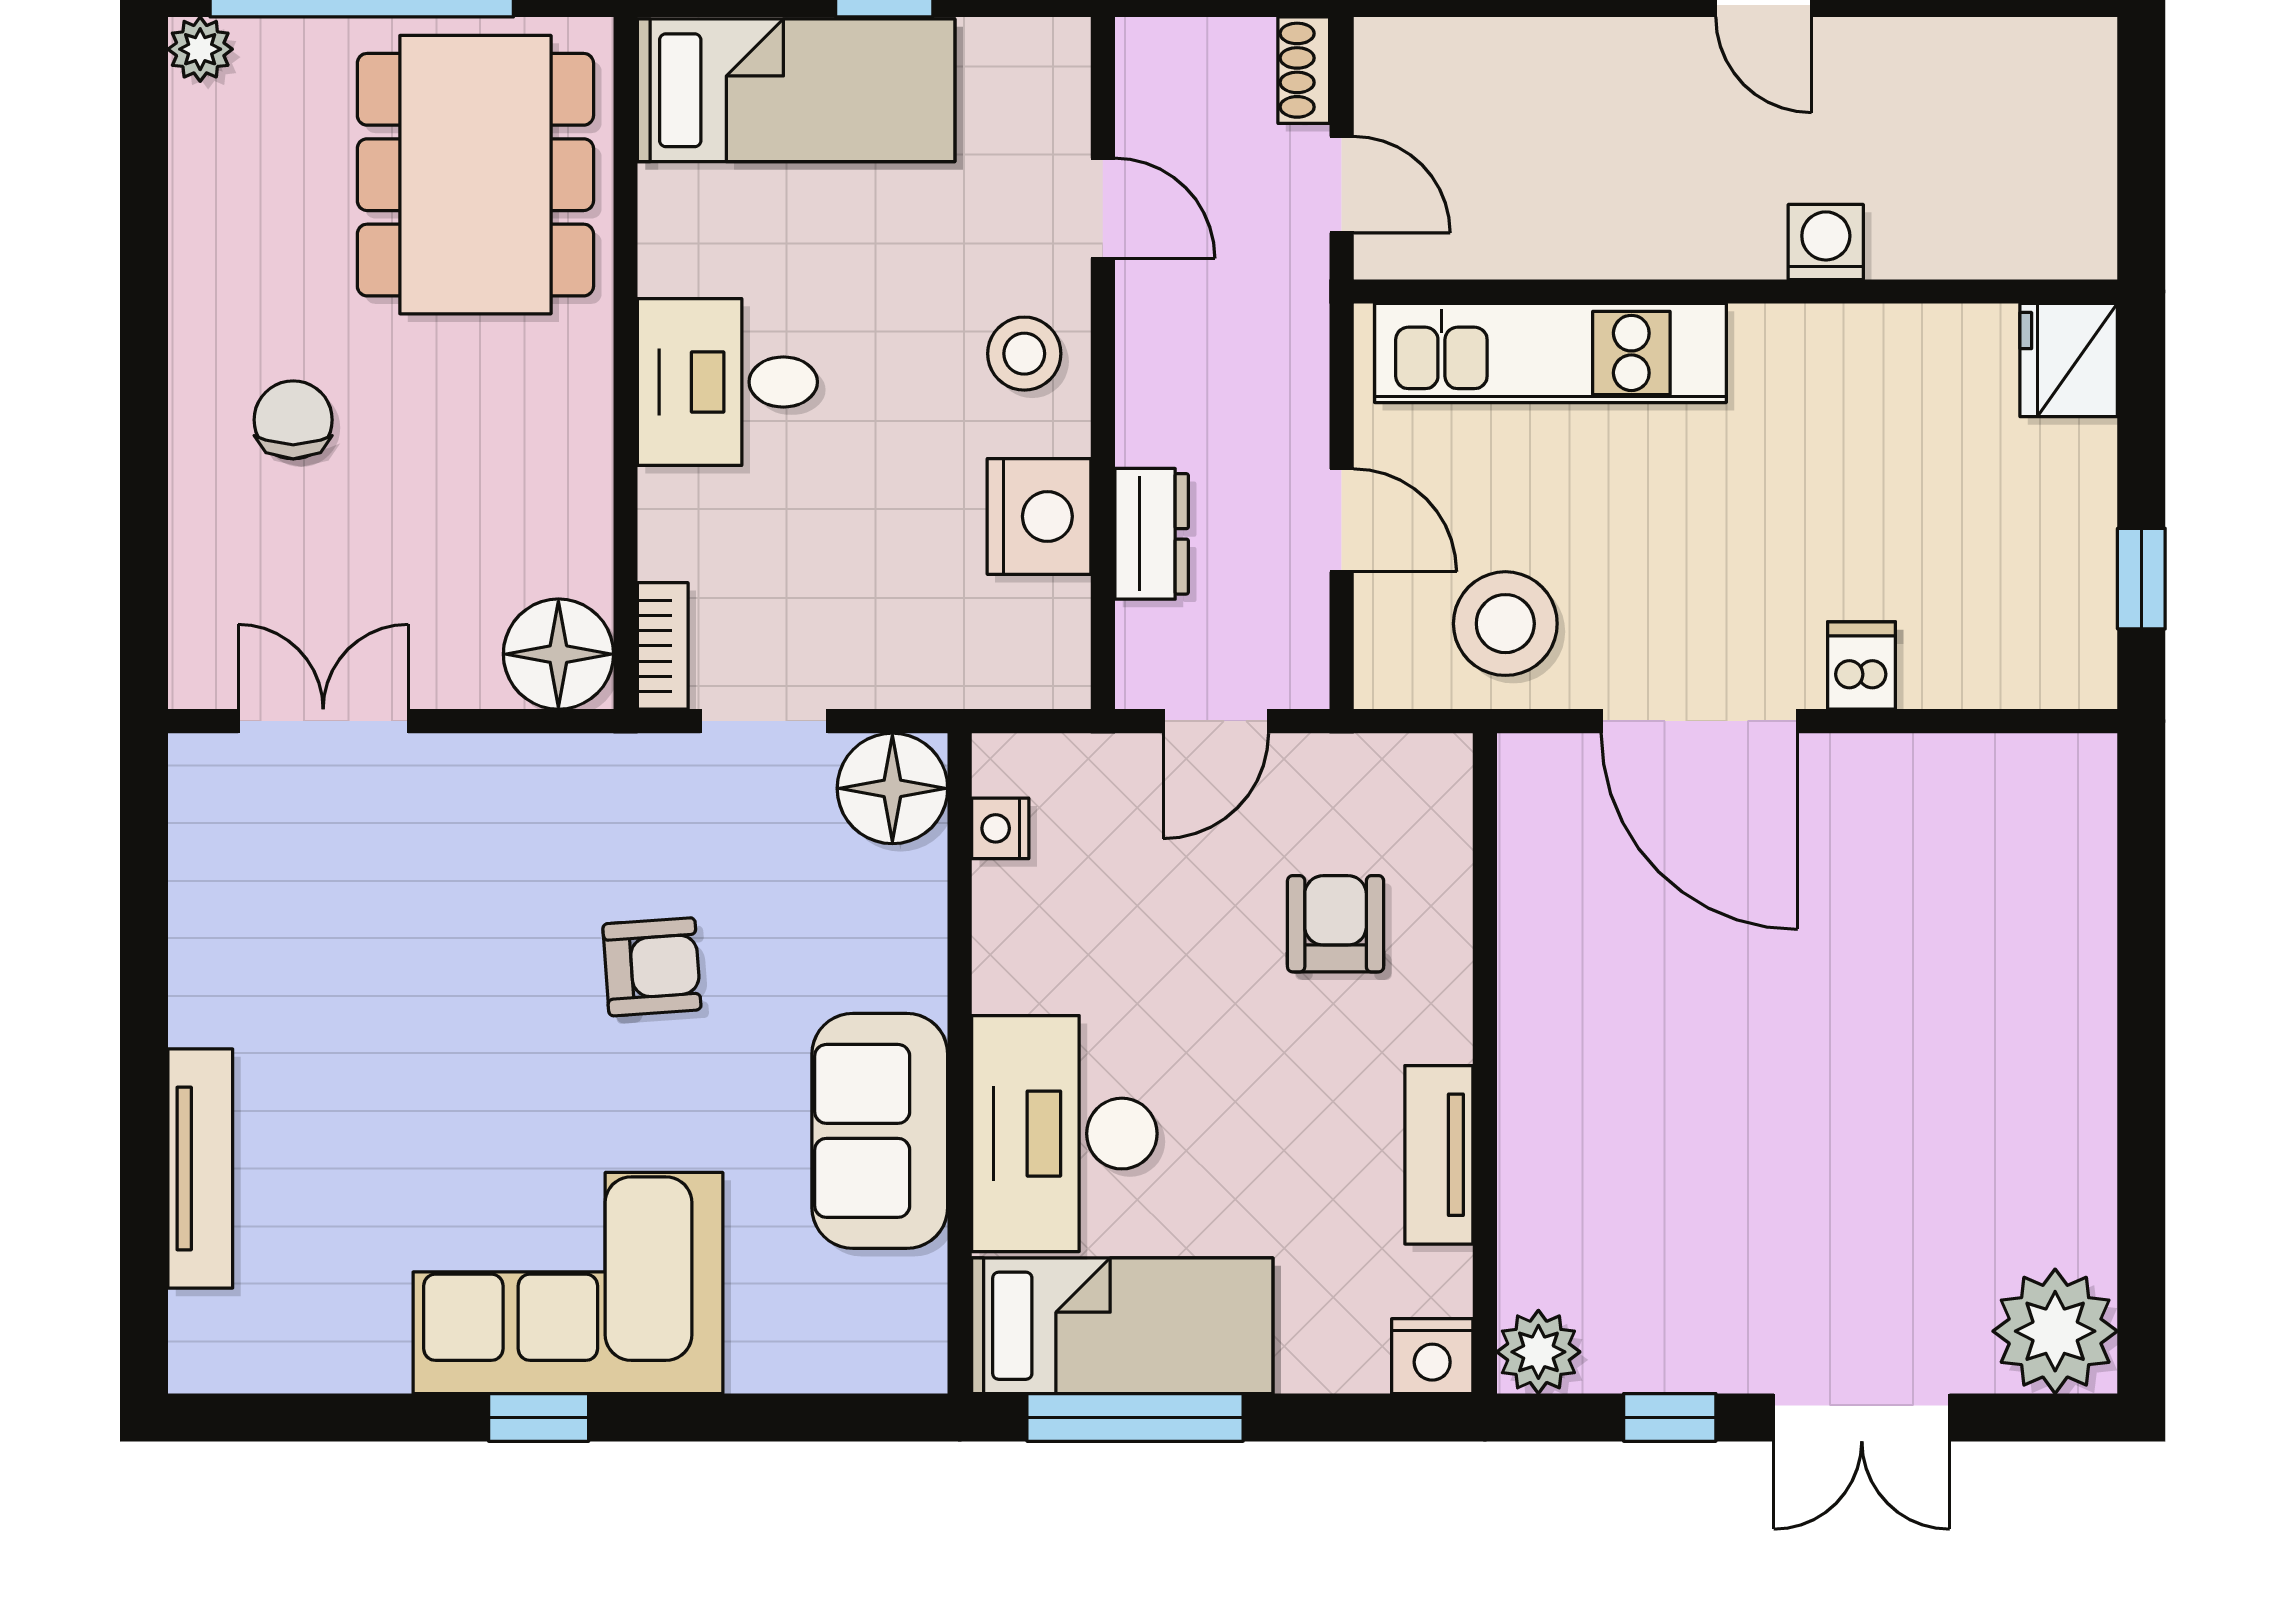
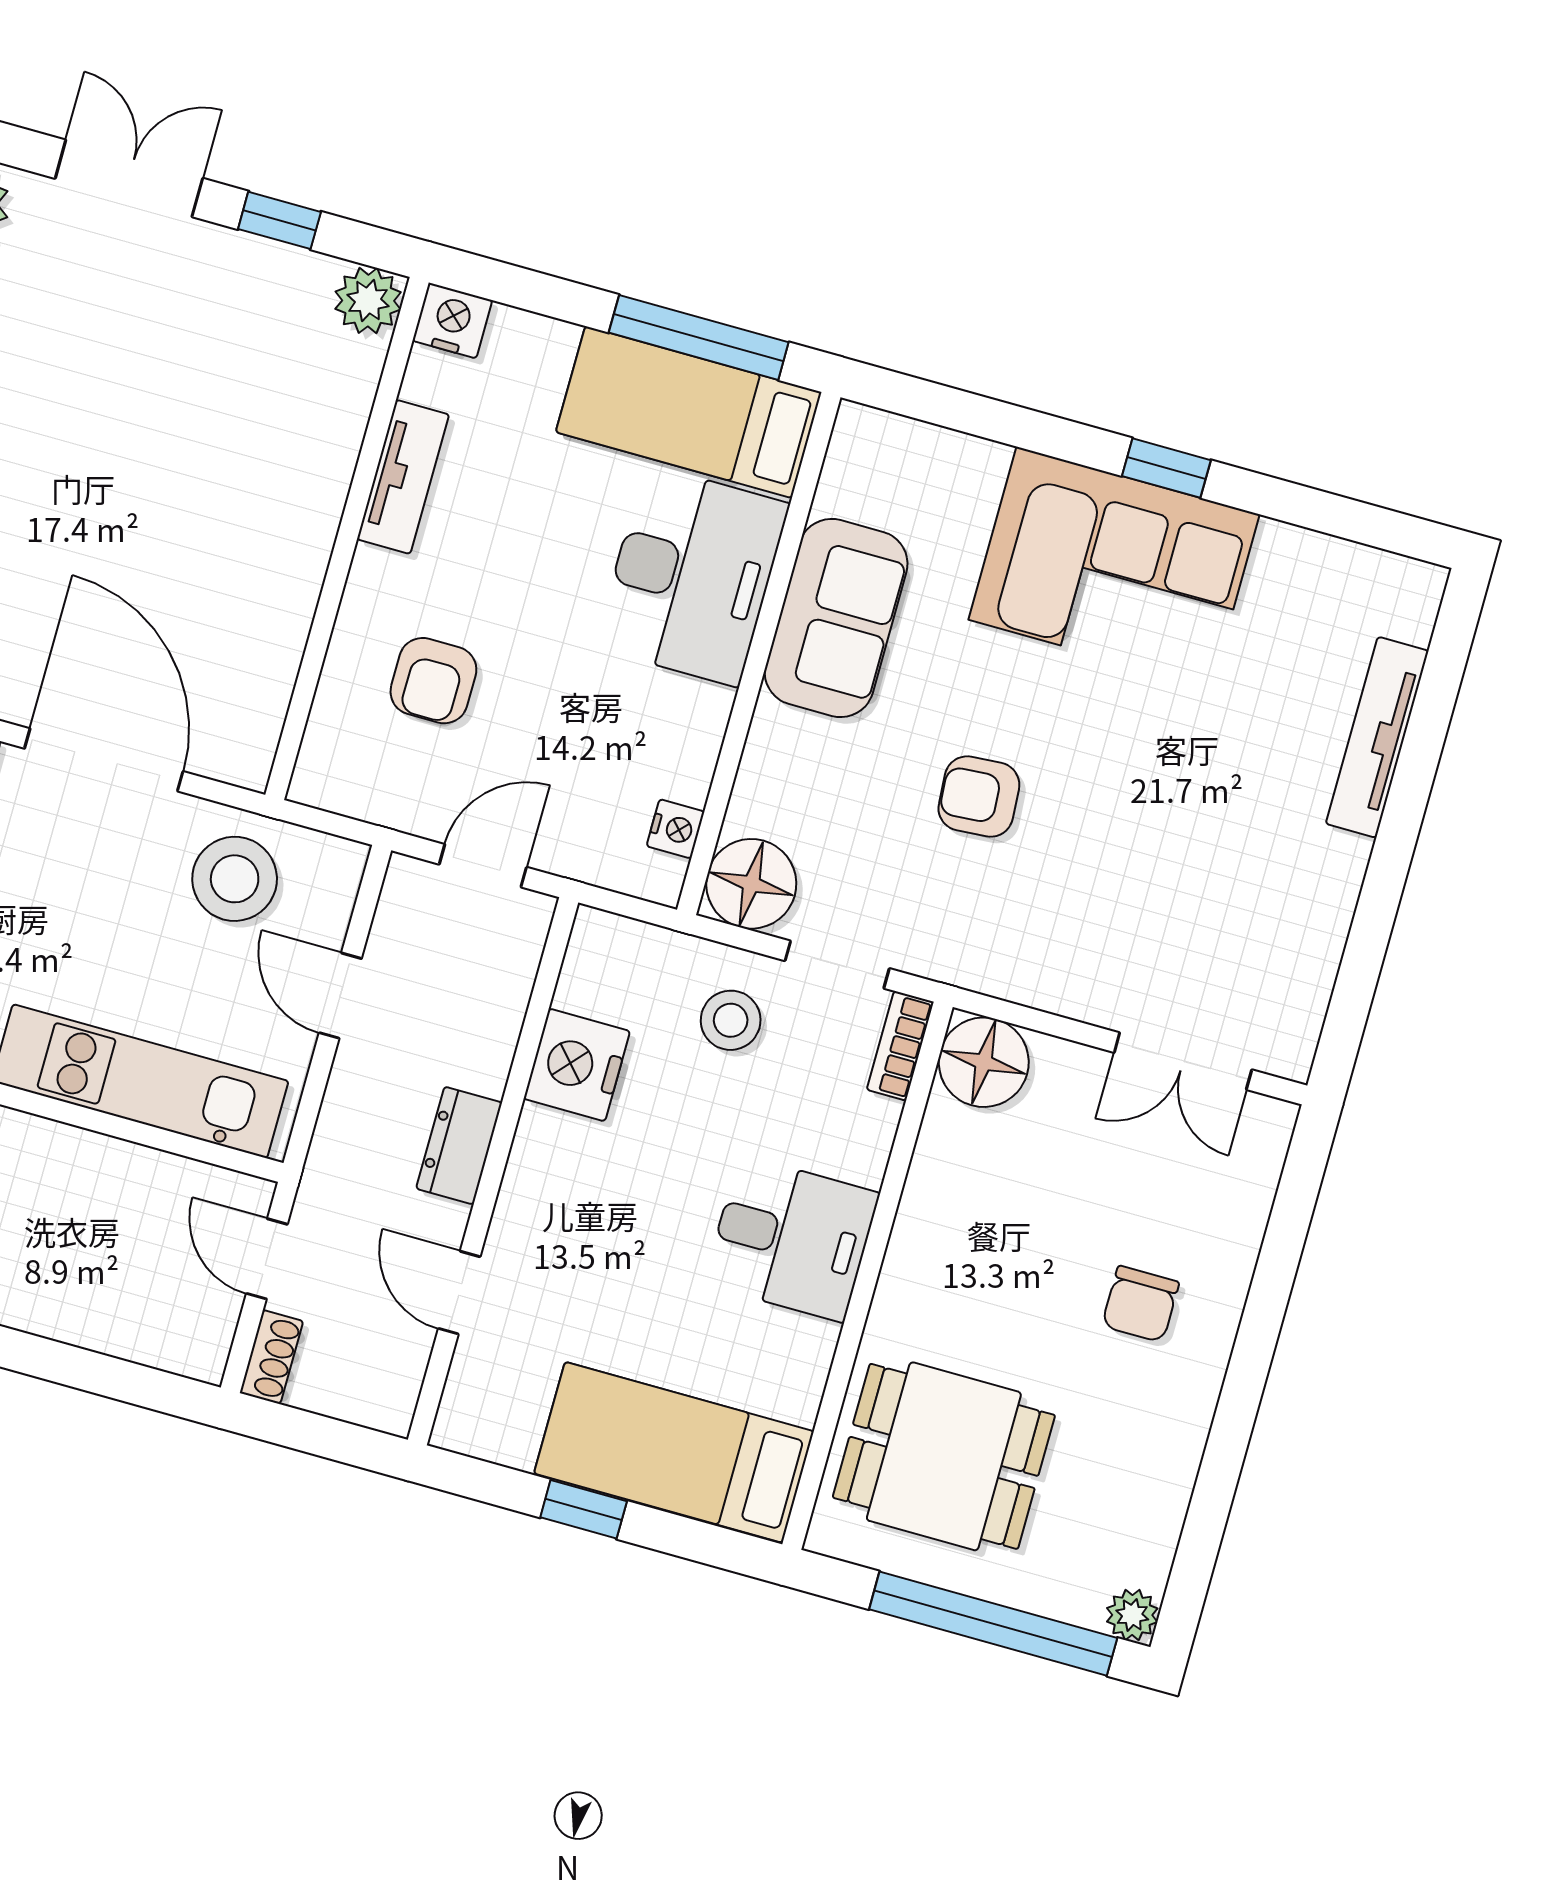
dining table: (475, 175) -> (944, 1456), width x0.73
stool: (1024, 354) -> (731, 1020), moved
dresser: (1152, 534) -> (459, 1146), moved

